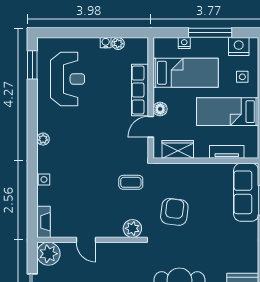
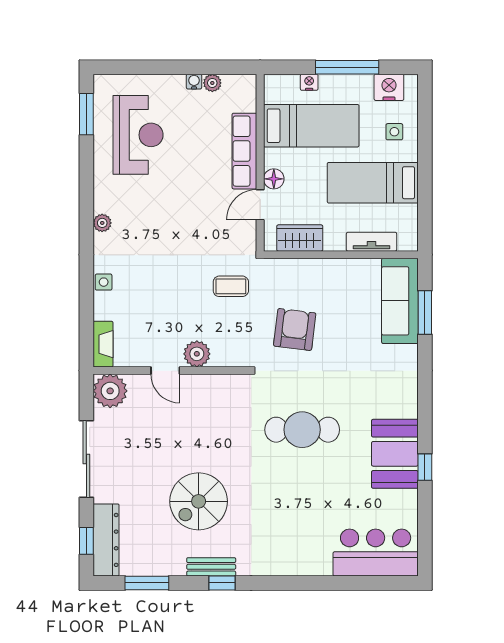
plant: (132, 228) -> (197, 354), moved

